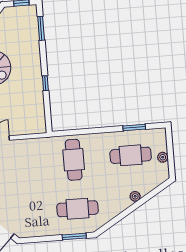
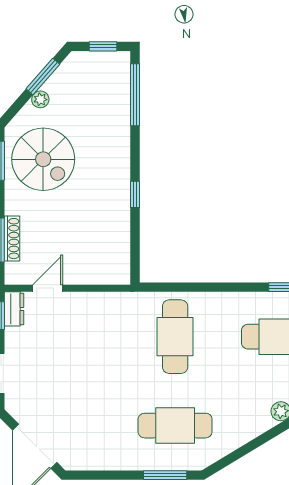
window: (41, 28) -> (135, 95), width x1.44

